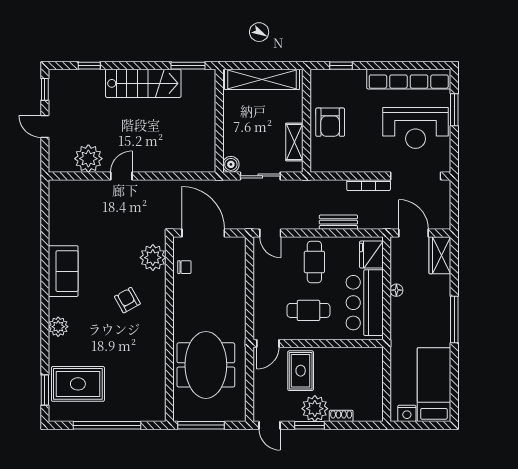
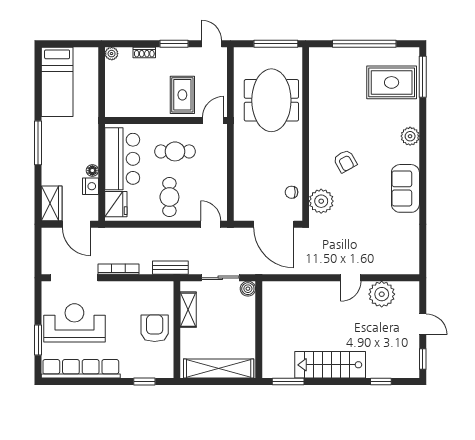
bench: (338, 222) -> (170, 268), moved
window: (45, 390) -> (423, 77), width x1.44
plant: (315, 409) -> (112, 54), moved, width x0.53, depth x0.53
nightstand: (407, 413) -> (91, 186), moved, turned 90

